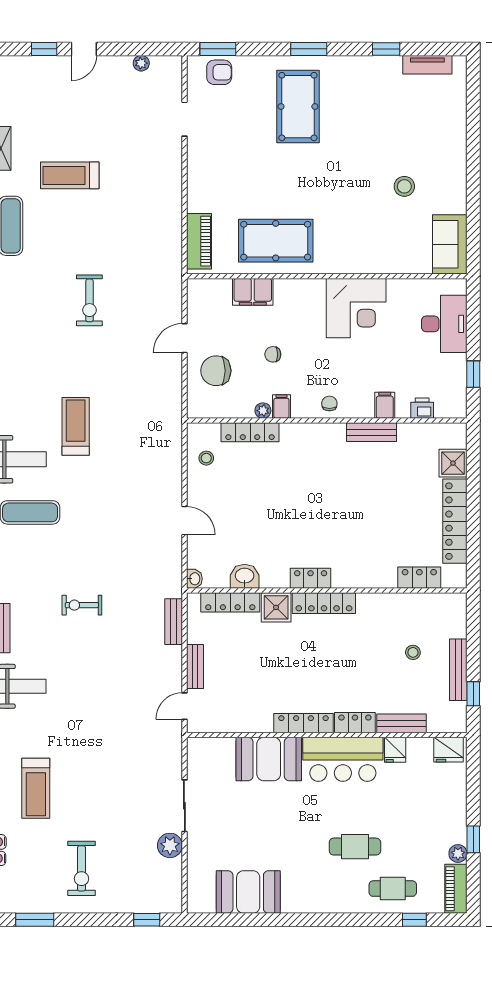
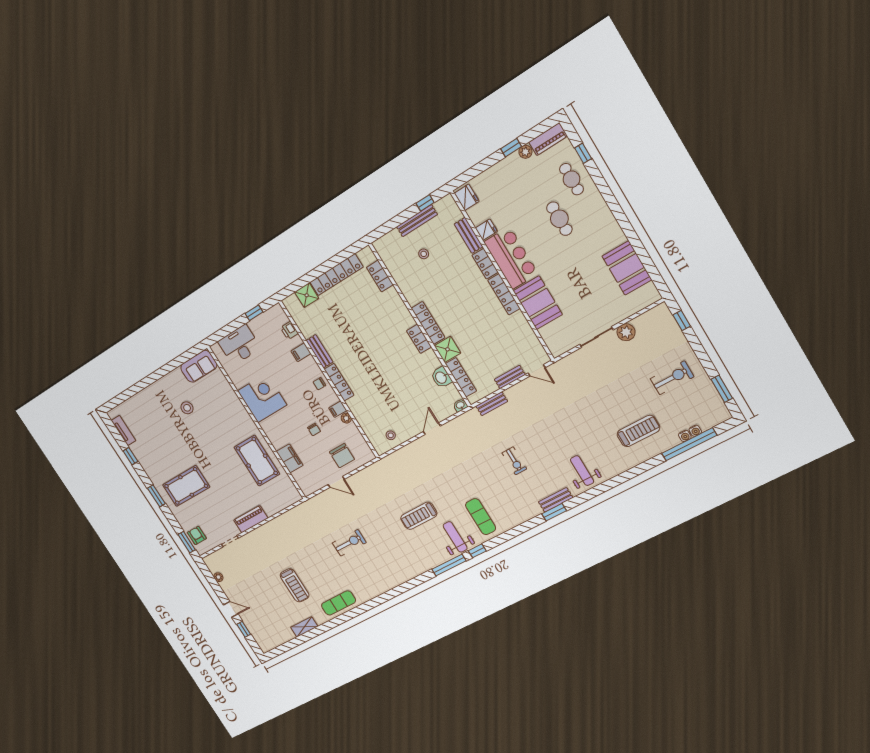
piano: (199, 241) -> (251, 519), moved
locker: (250, 432) -> (339, 382), moved

